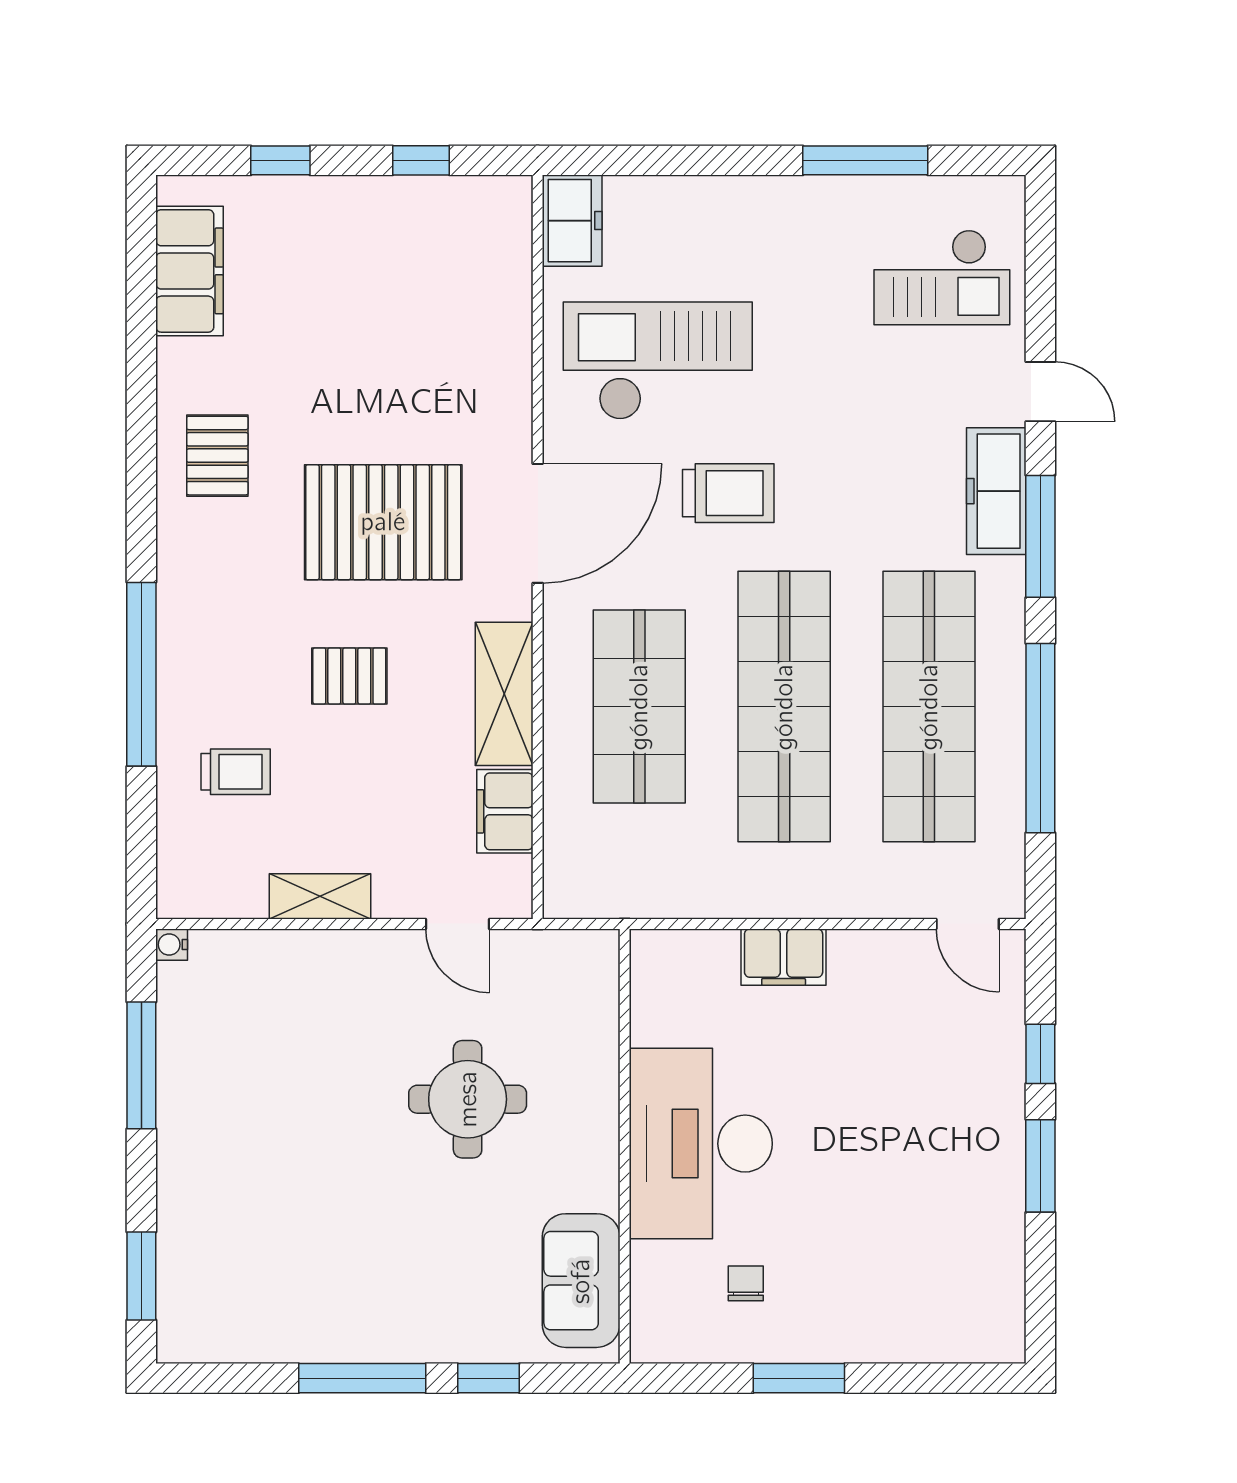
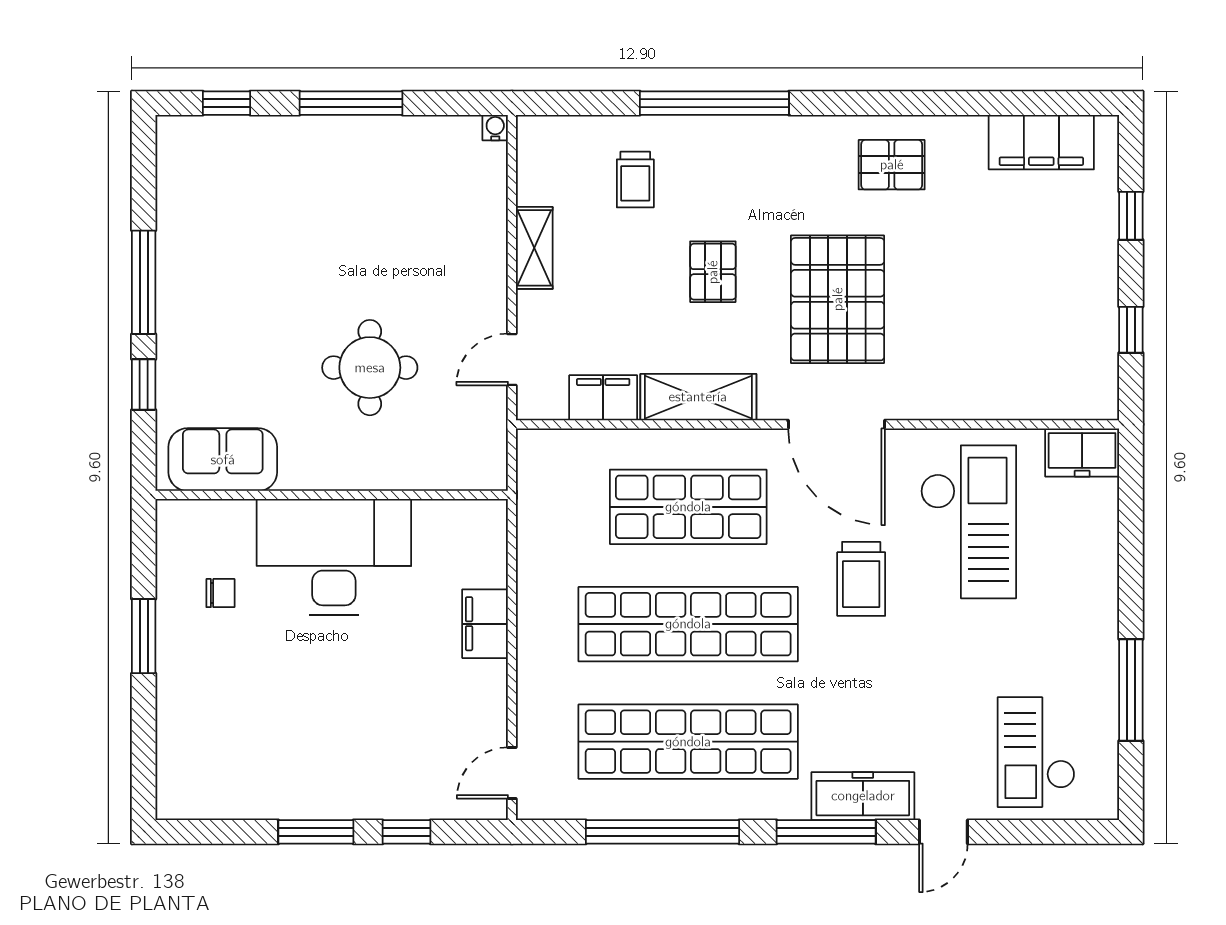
window: (141, 1065) -> (351, 103), moved
window: (141, 1276) -> (226, 103), width x0.67

